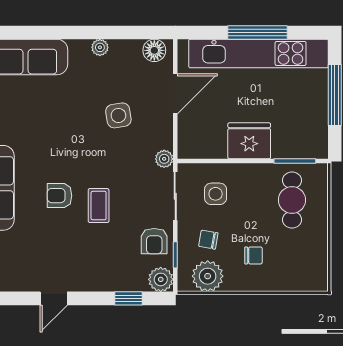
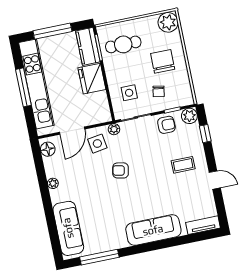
door: (175, 94) -> (72, 131), swing flipped
side table: (118, 115) -> (97, 144), moved
kitchen counter: (300, 145) -> (88, 46), added
armchair: (60, 196) -> (121, 170), moved, turned 101
coffee table: (99, 206) -> (183, 165), moved
chair: (253, 255) -> (163, 61), width x1.87, depth x1.87
plant: (208, 276) -> (168, 22), moved

